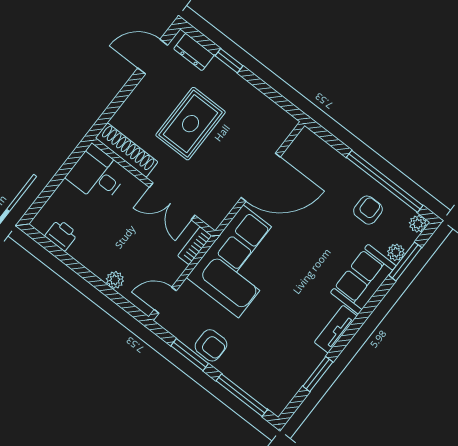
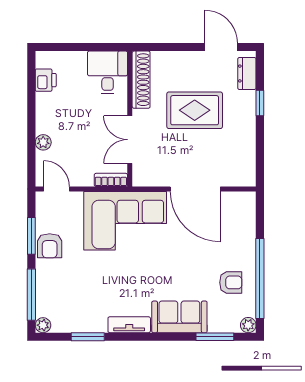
plant: (396, 252) -> (43, 325), moved

